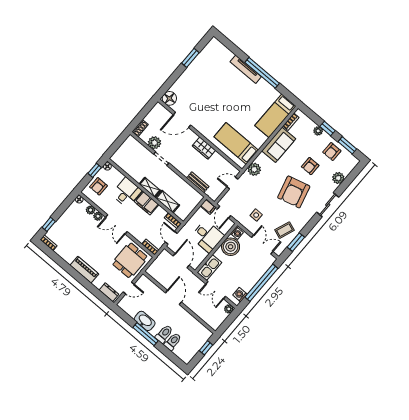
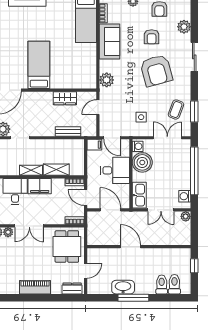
bed: (236, 143) -> (39, 65), moved, turned 90
wardrobe: (204, 148) -> (65, 98), moved
toilet: (164, 334) -> (174, 284), moved

